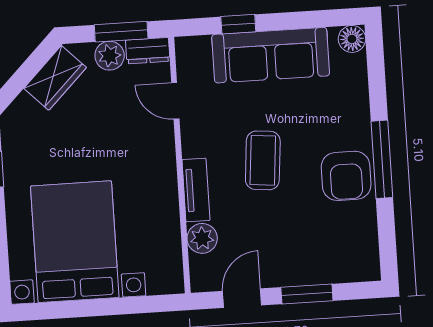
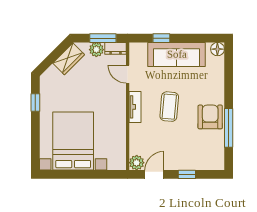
window: (382, 159) -> (229, 128), moved
armchair: (346, 176) -> (210, 117), turned 180
tv unit: (196, 190) -> (135, 107), moved
plant: (202, 238) -> (137, 163), moved
window: (307, 294) -> (187, 174), width x0.67

